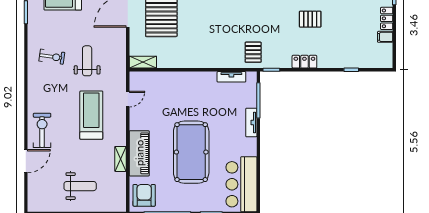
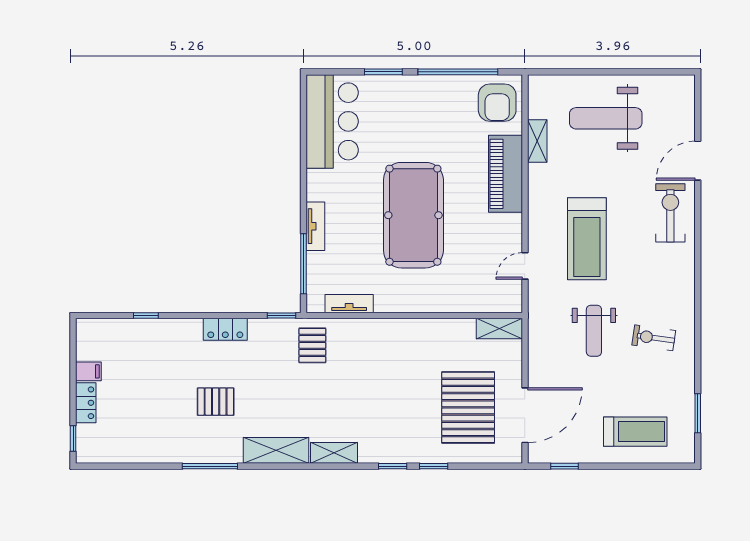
exercise bike: (42, 130) -> (670, 213), turned 180
pool table: (191, 152) -> (413, 215), moved
shelving: (121, 159) -> (537, 141), moved
weight bench: (80, 186) -> (606, 118), width x1.36, depth x1.33

